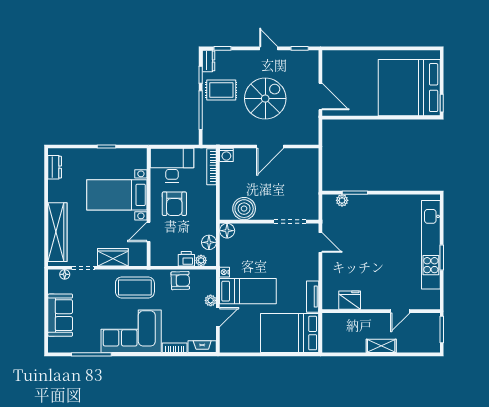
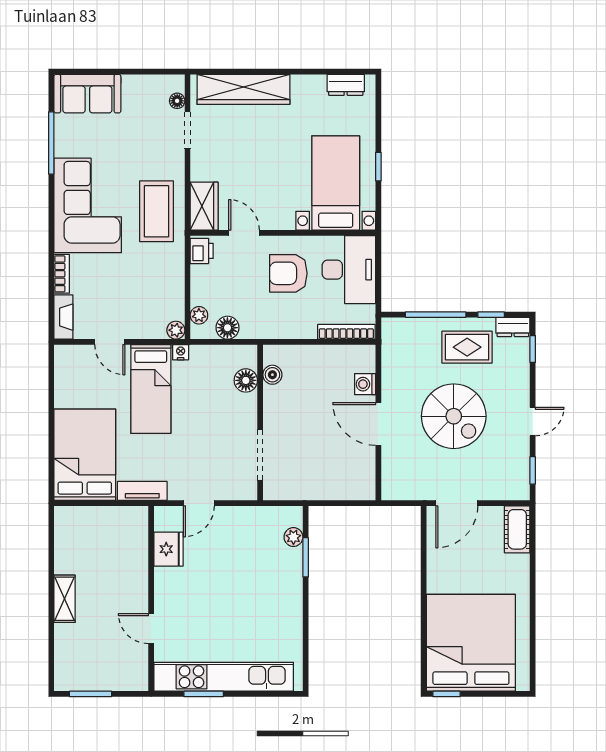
cot: (337, 58) -> (517, 529), added
rug: (221, 90) -> (467, 347), turned 90
washing machine: (226, 155) -> (365, 384), moved
bed with nightstands: (117, 195) -> (336, 183), moved
boiler: (244, 209) -> (272, 375), width x0.54, depth x0.54
floor lamp: (227, 231) -> (246, 380), moved
door: (320, 243) -> (199, 503), moved
wardrobe: (113, 257) -> (204, 206), moved
printer: (186, 259) -> (202, 251), moved
armchair: (180, 281) -> (167, 283), removed
plant: (211, 300) -> (176, 330), moved
fridge: (350, 300) -> (169, 549), moved
wall: (381, 311) -> (151, 599), moved
door: (400, 311) -> (151, 629), moved
sofa: (60, 315) -> (87, 94), moved

